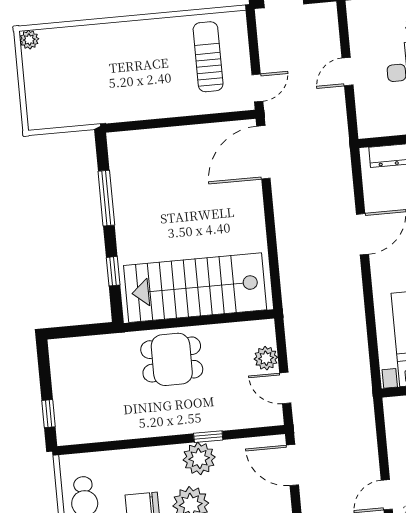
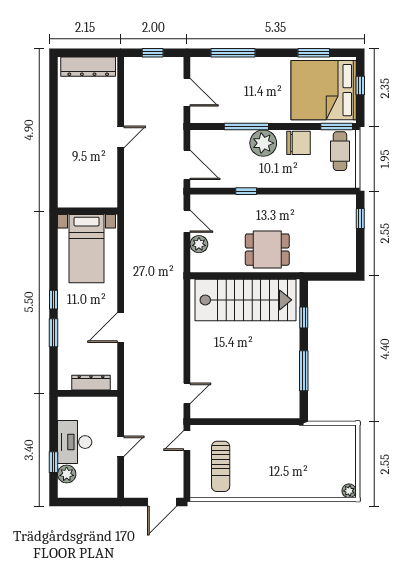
door: (263, 152) -> (187, 393), width x0.53
plant: (199, 458) -> (254, 176), removed

